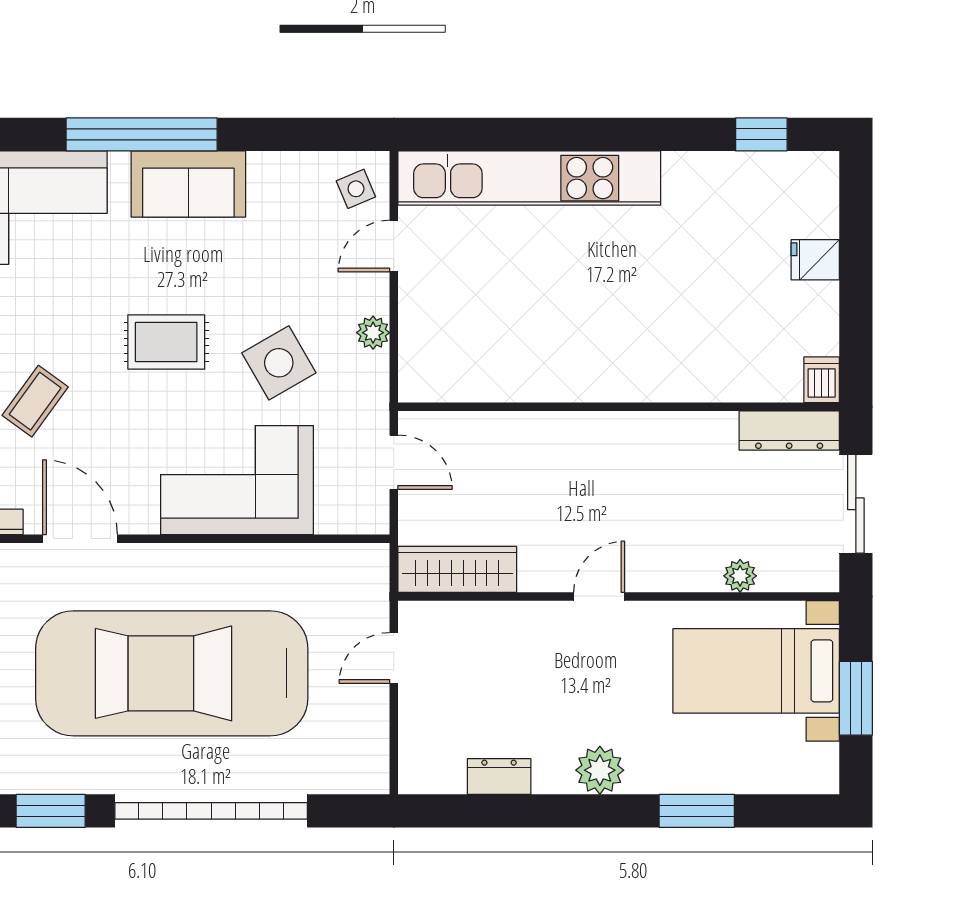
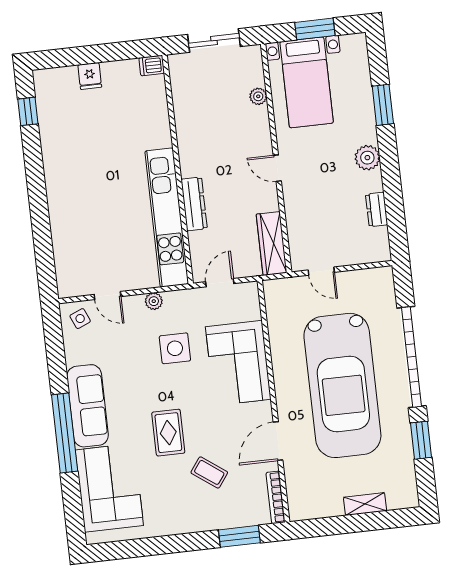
kitchen unit: (529, 178) -> (167, 218), moved, turned 180
sofa: (188, 184) -> (88, 406), width x1.36
rug: (166, 342) -> (168, 433), moved
side table: (279, 363) -> (175, 348), turned 30
dresser: (789, 430) -> (194, 204), moved

